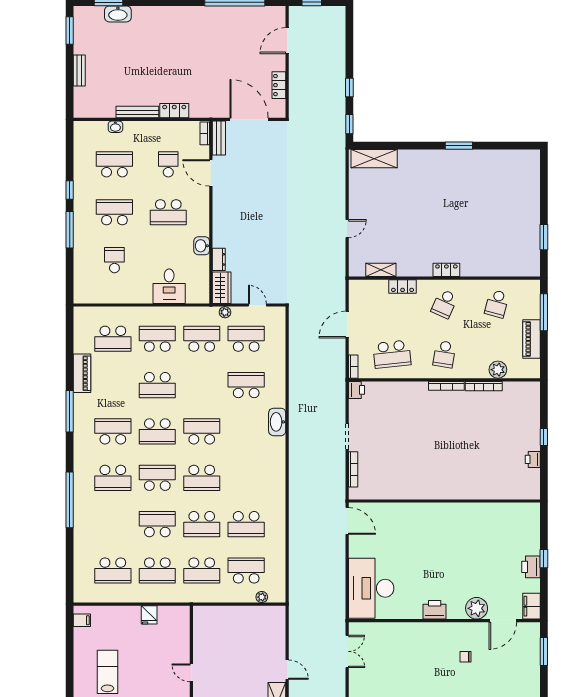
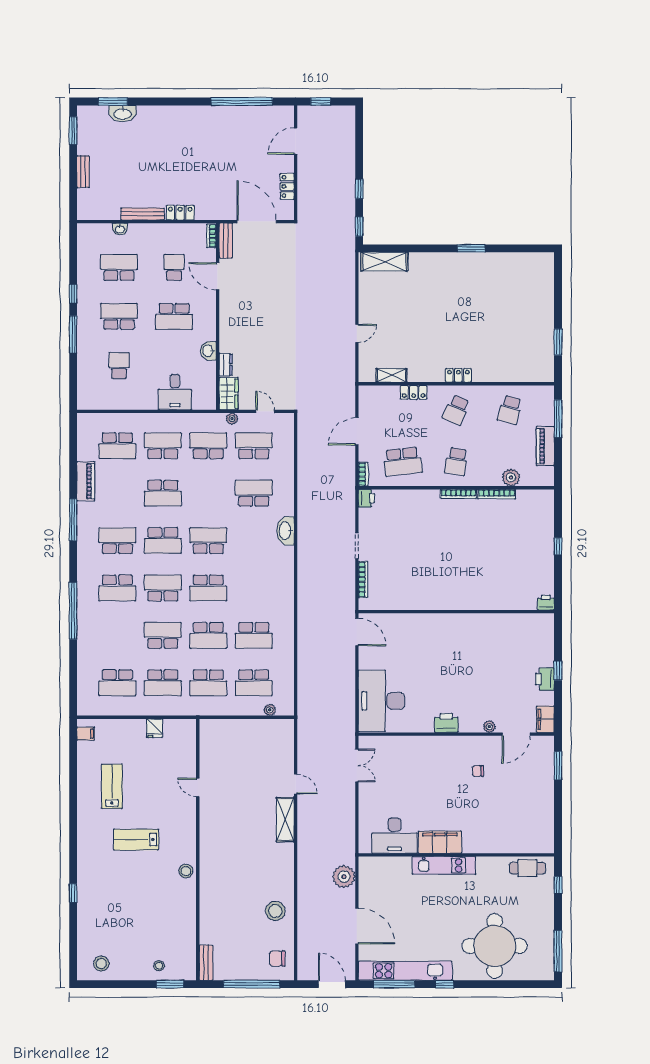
printer: (533, 459) -> (546, 603), moved, turned 90
school desk: (246, 571) -> (254, 683), turned 180
plant: (477, 608) -> (489, 727), width x0.53, depth x0.53

